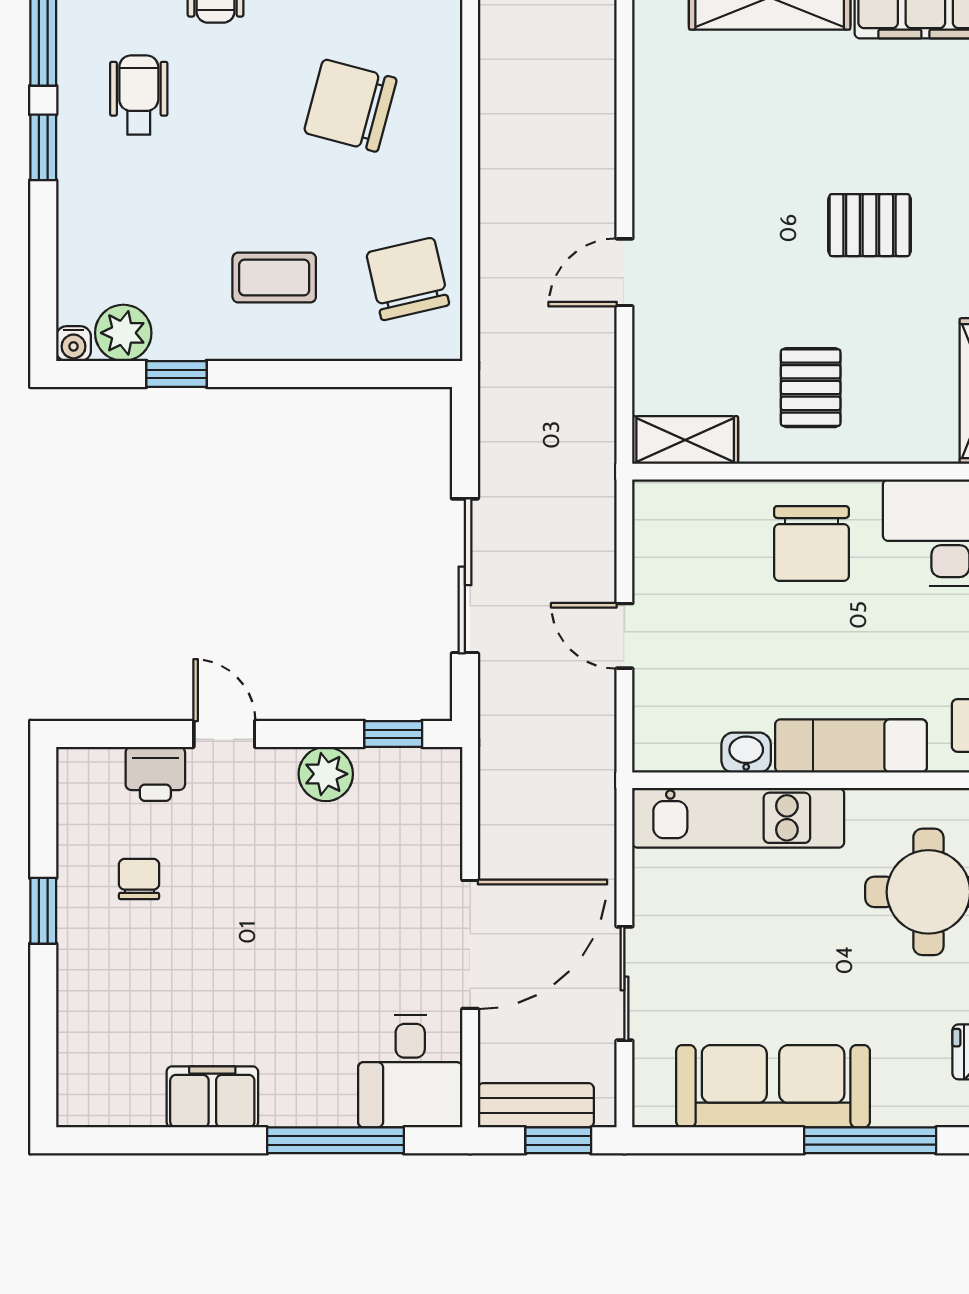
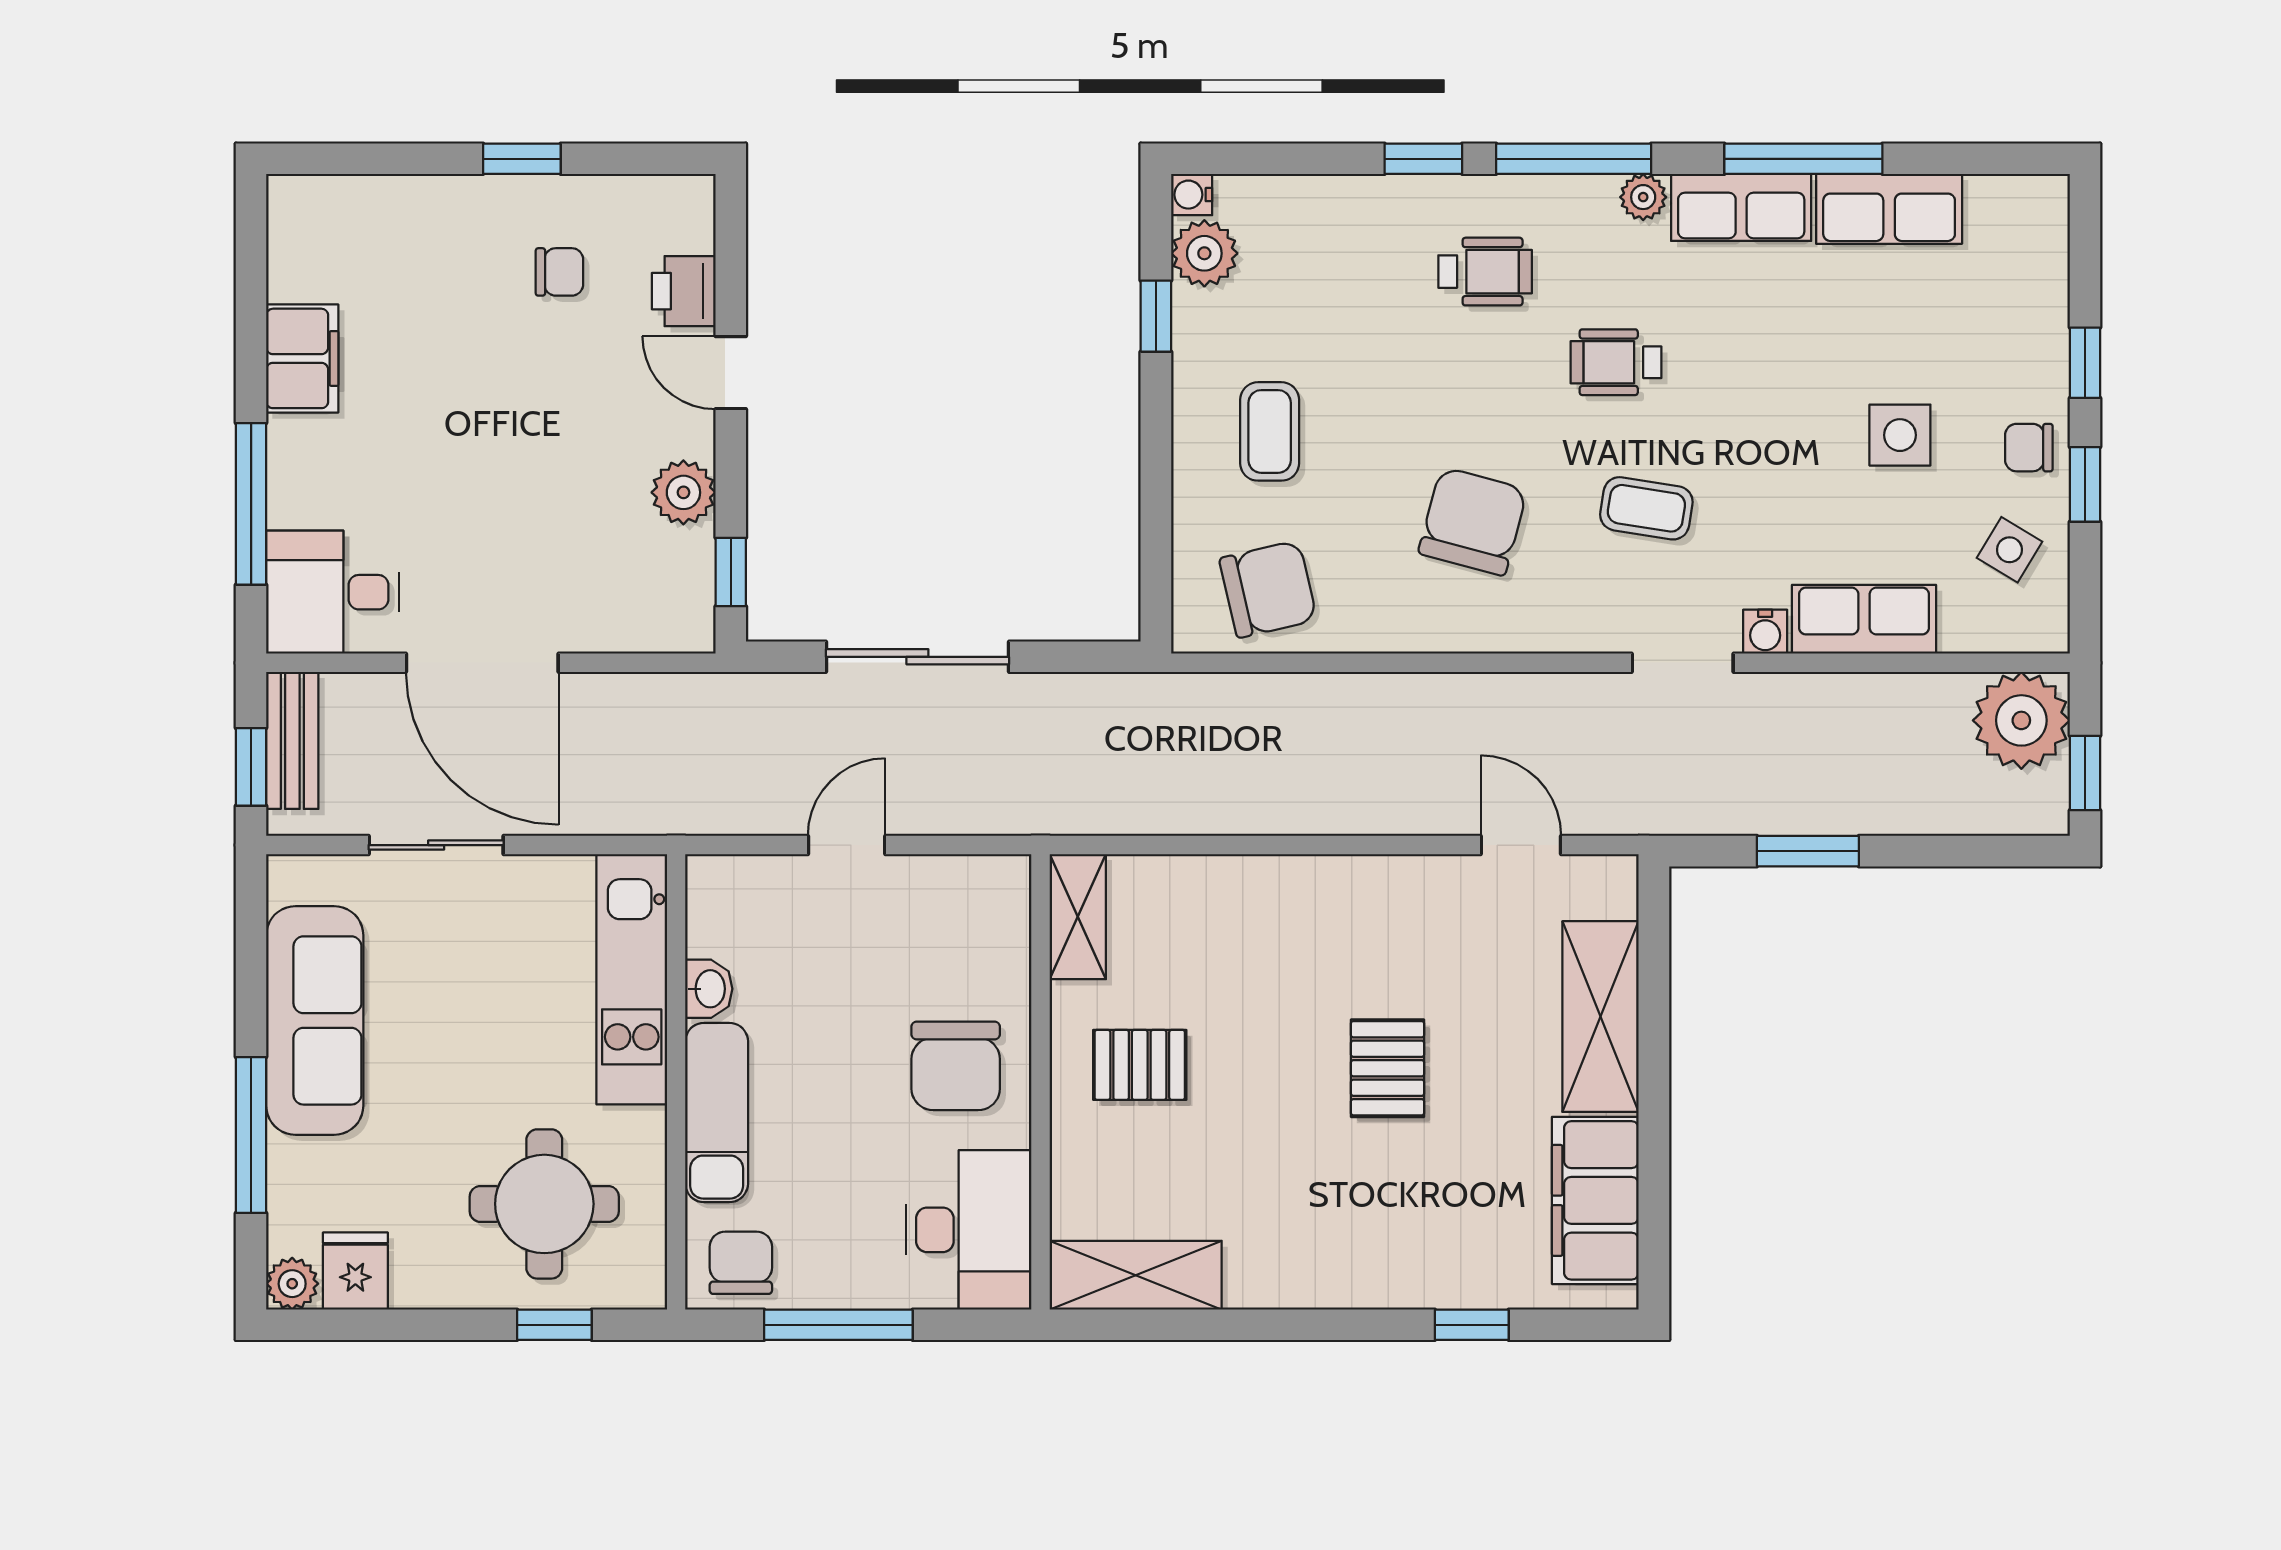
pallet: (870, 225) -> (1388, 1068), moved
door: (624, 272) -> (1521, 845), moved
chair: (811, 543) -> (956, 1066), turned -90
door: (224, 734) -> (731, 373), swing flipped

